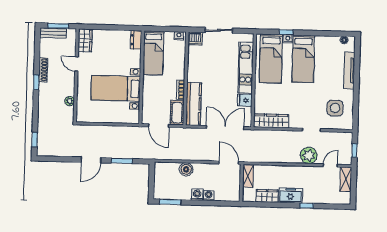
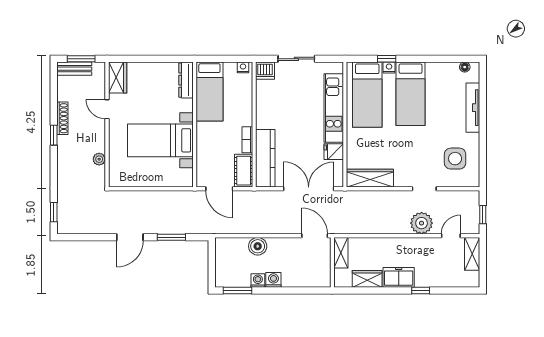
dresser: (136, 40) -> (186, 80), width x1.44
washing machine: (209, 196) -> (258, 281), moved

